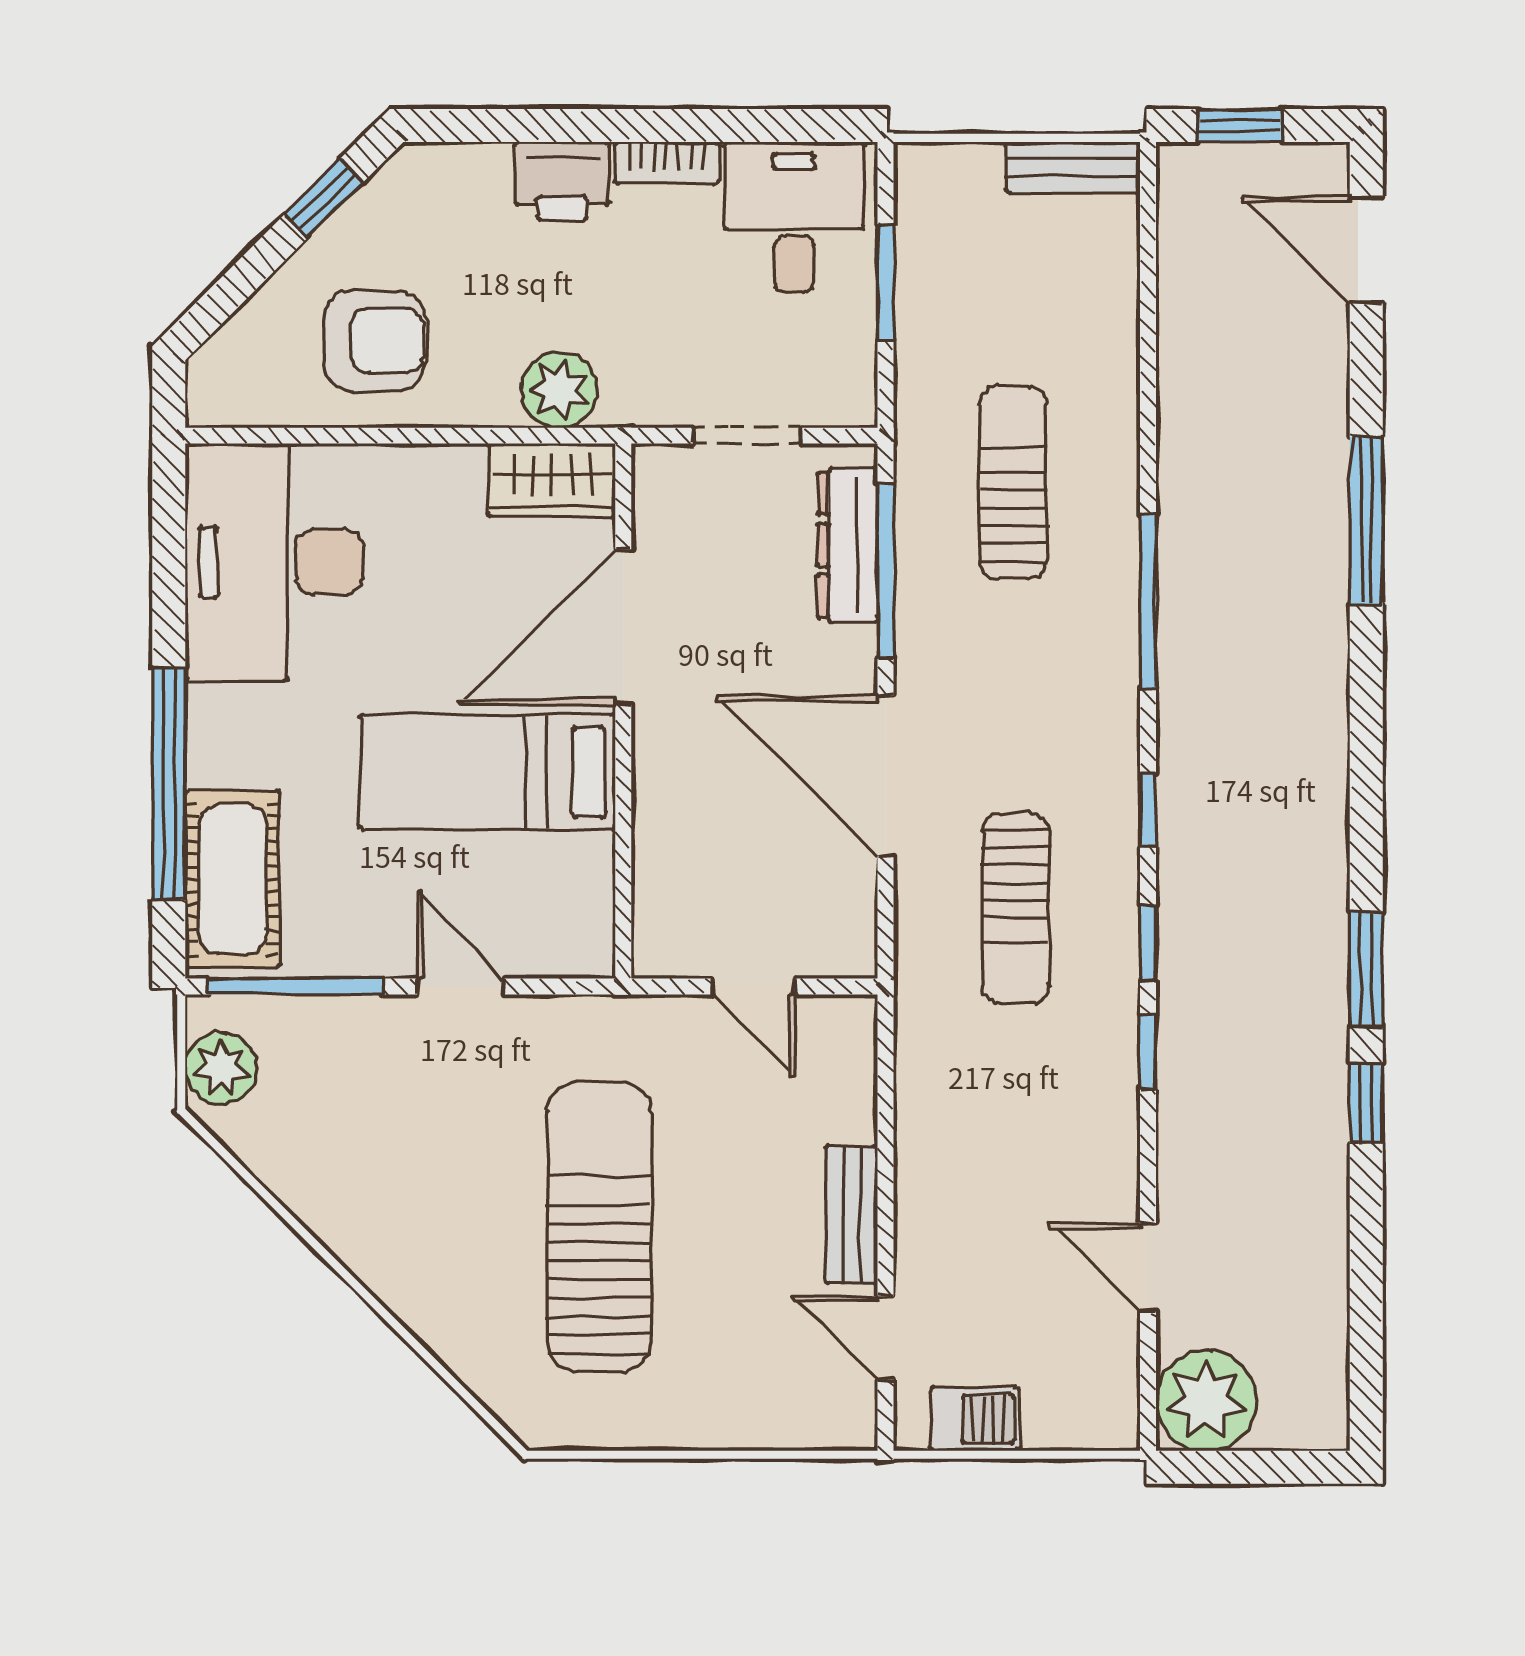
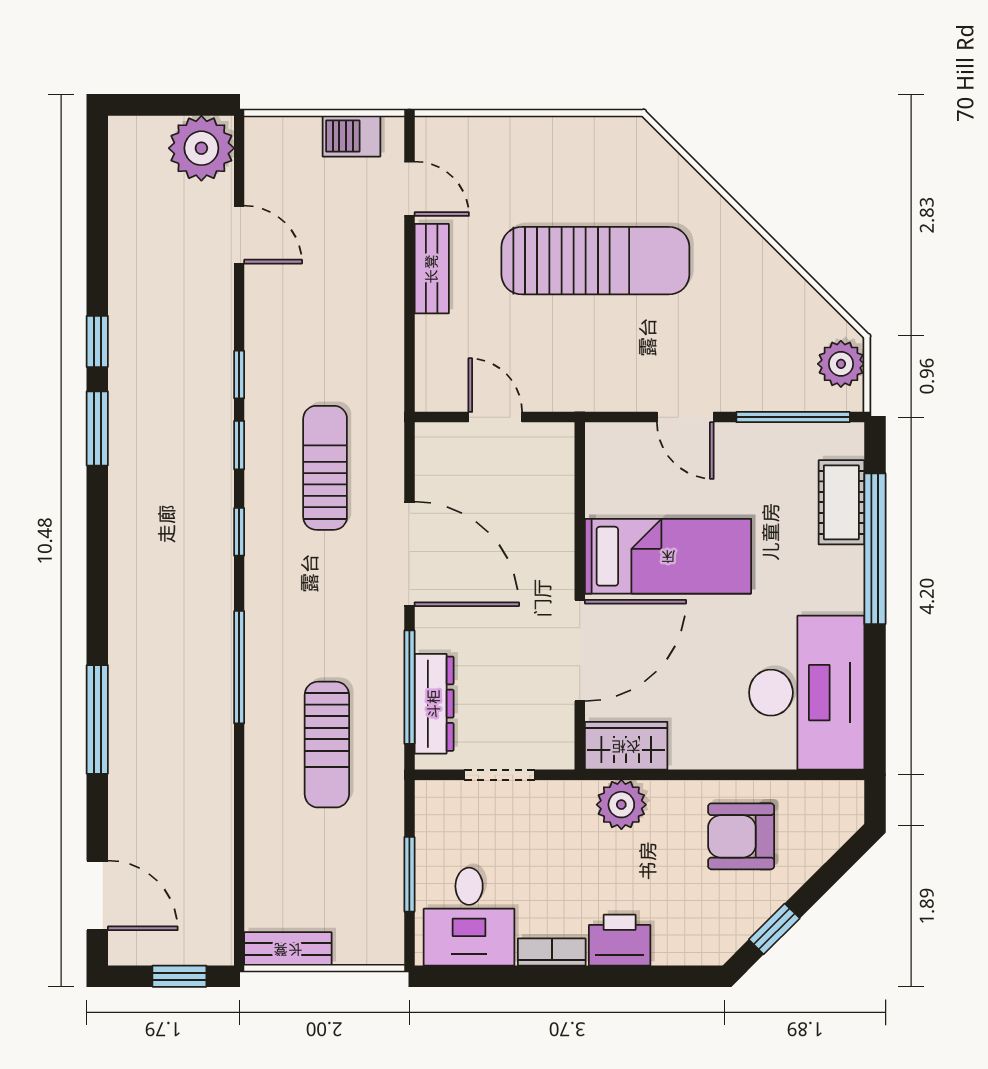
cot: (232, 879) -> (841, 502), width x0.73, depth x0.75
sun lounger: (599, 1227) -> (595, 261), turned -90

